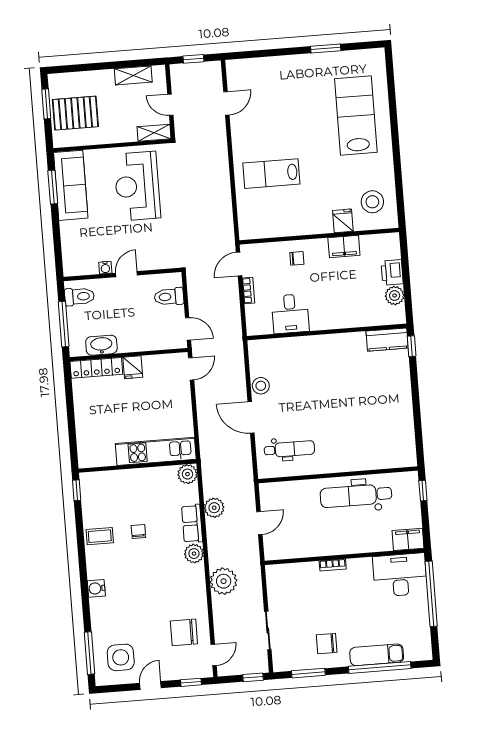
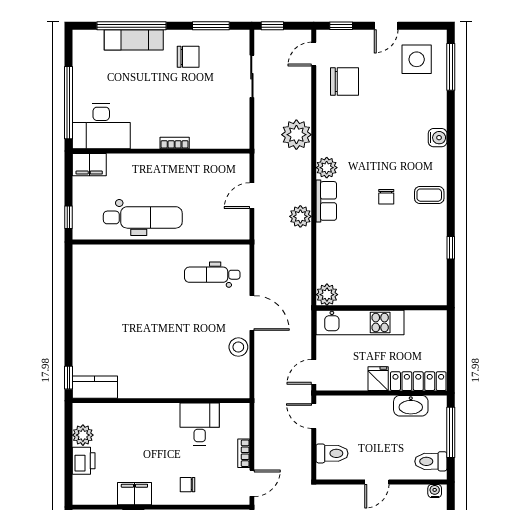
water cooler: (105, 268) -> (435, 491), moved
kitchen unit: (156, 451) -> (360, 323), moved
wall: (137, 466) -> (381, 308), moved
plant: (187, 474) -> (327, 295), moved

